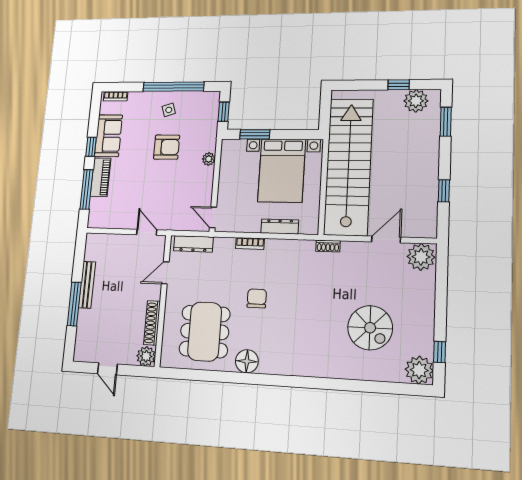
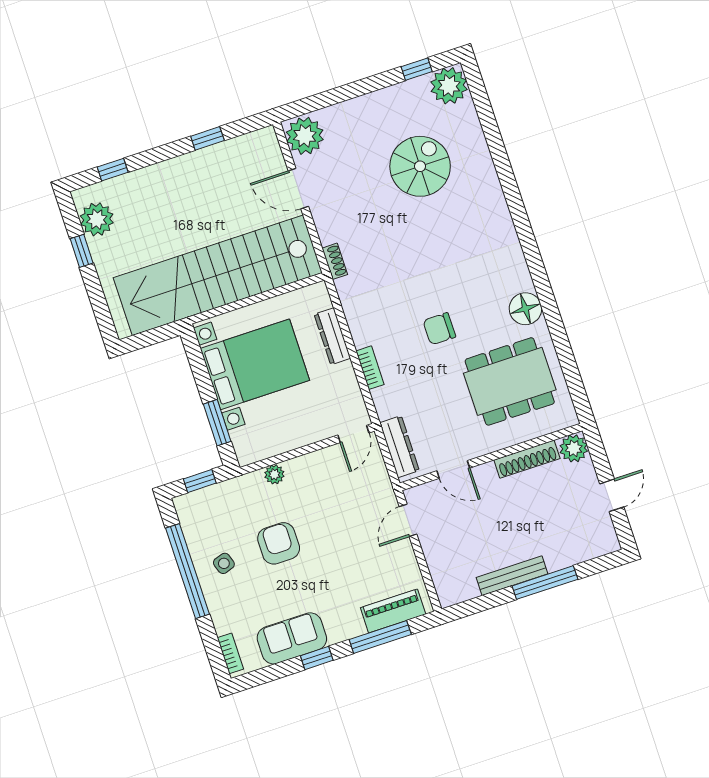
window: (446, 122) -> (113, 170), width x0.67
piano: (101, 177) -> (393, 611), moved

